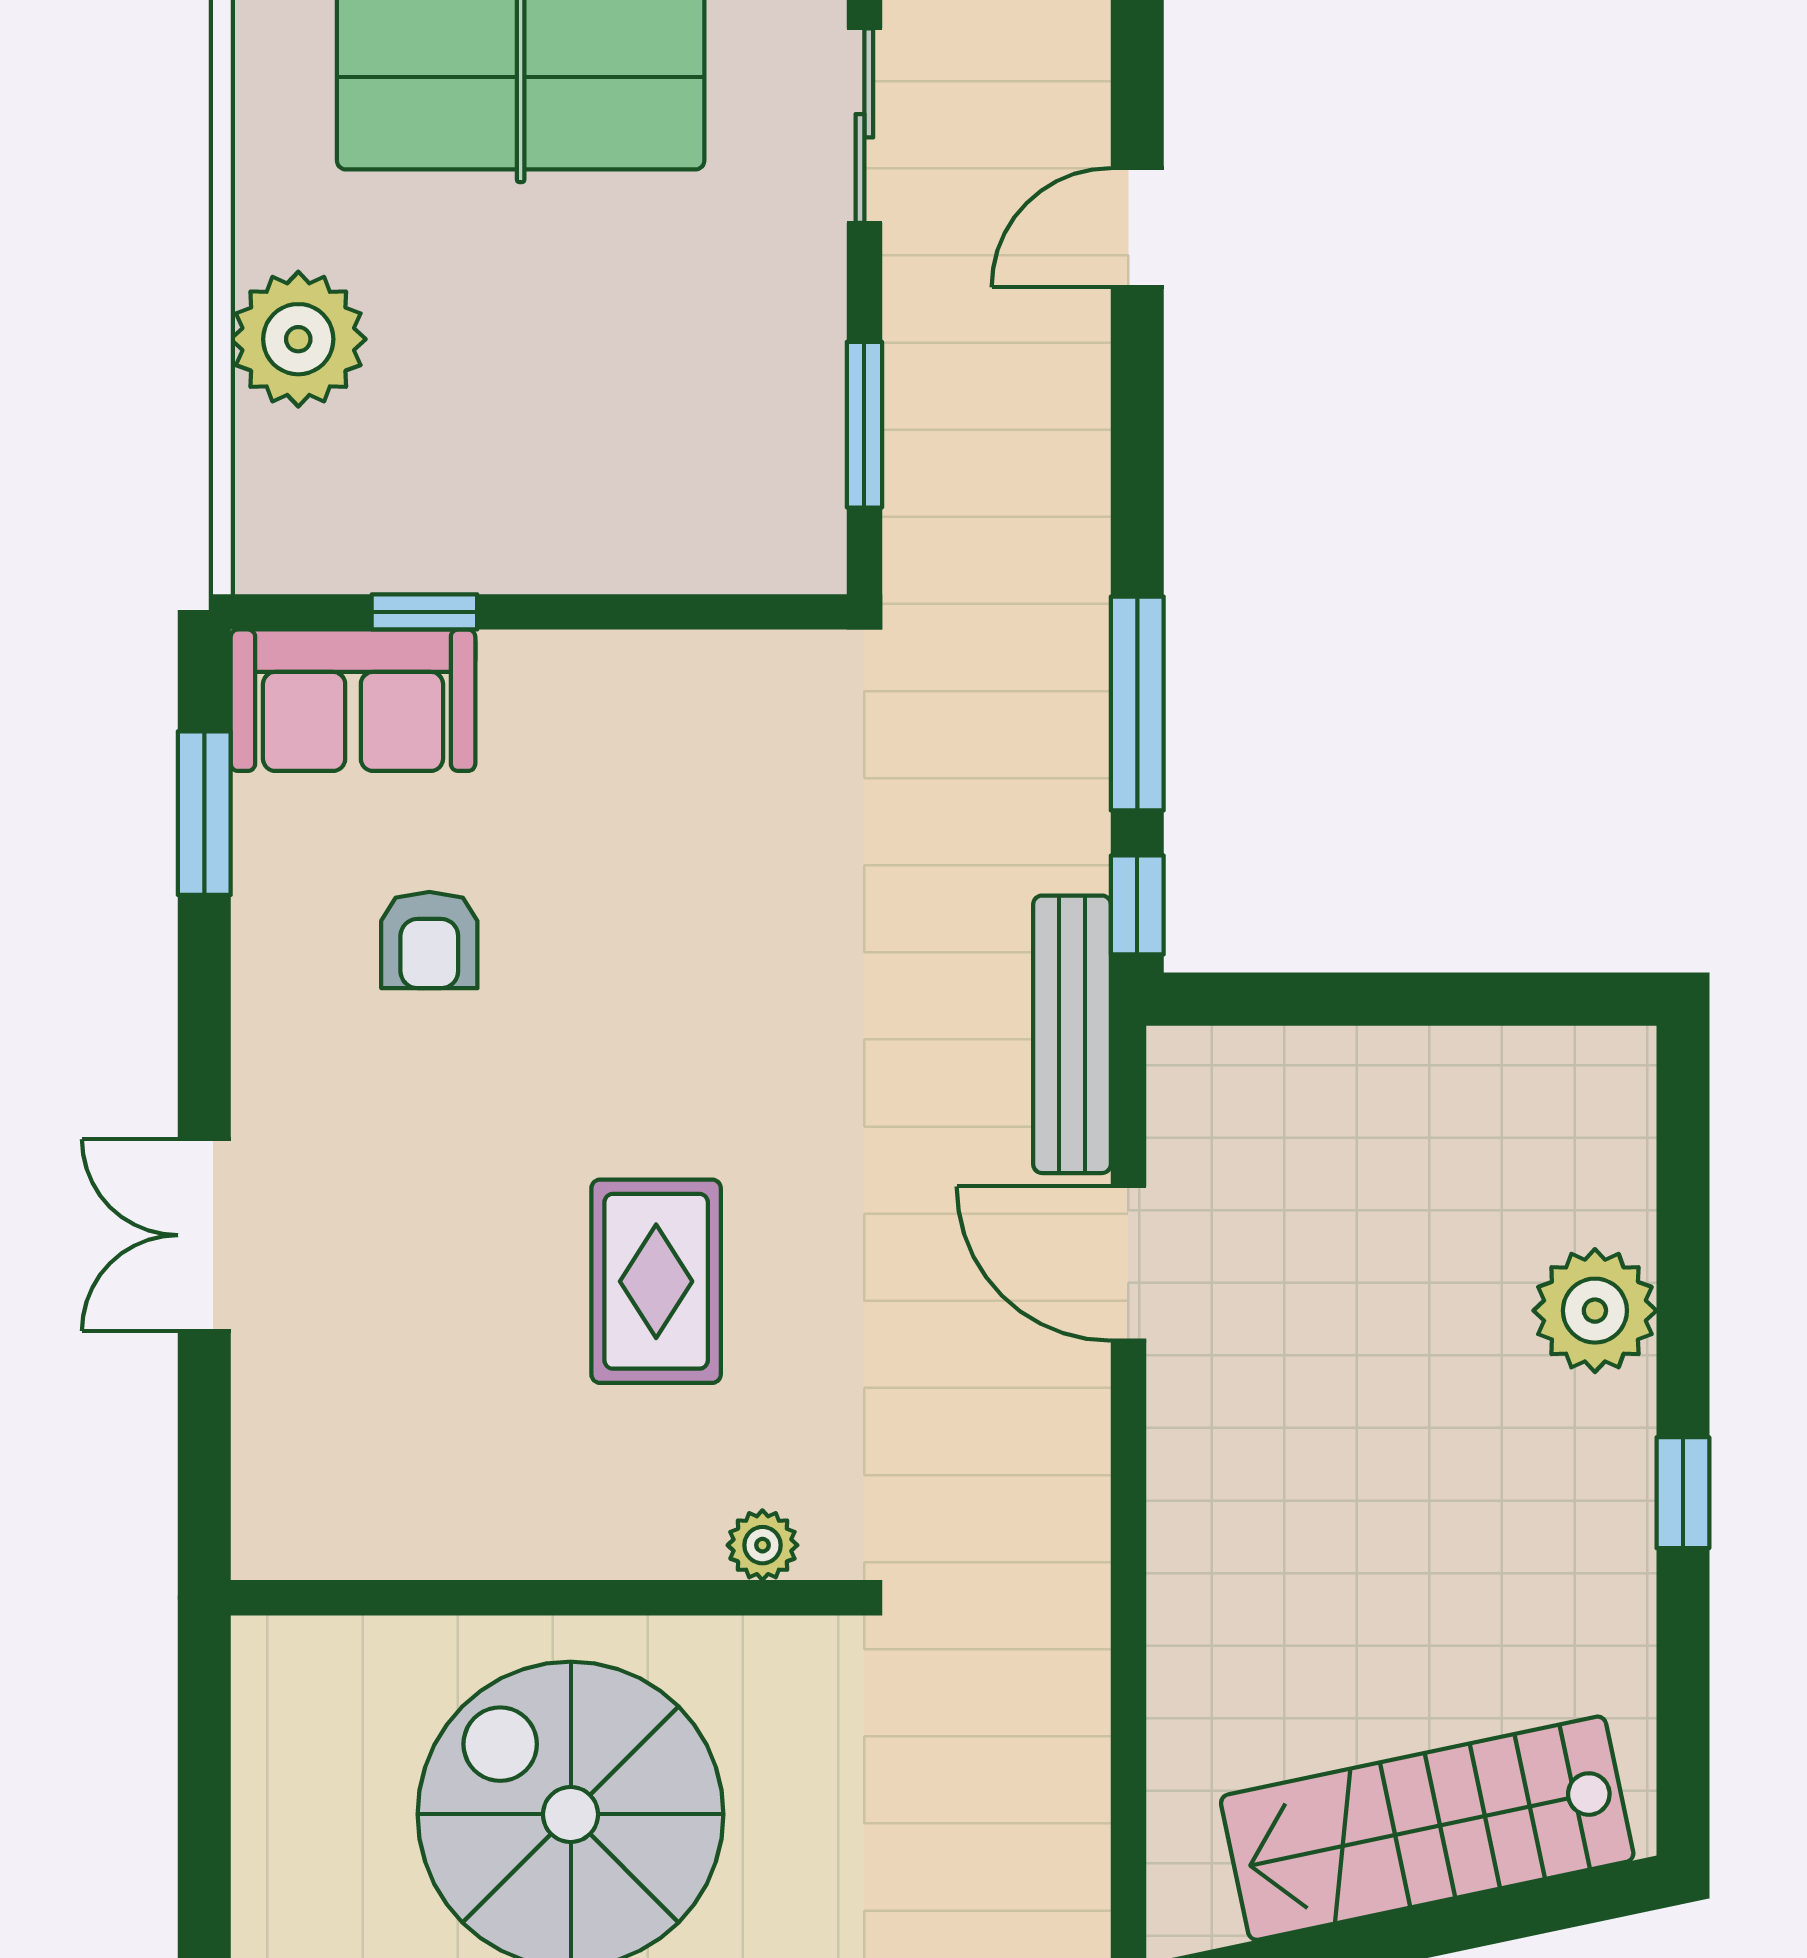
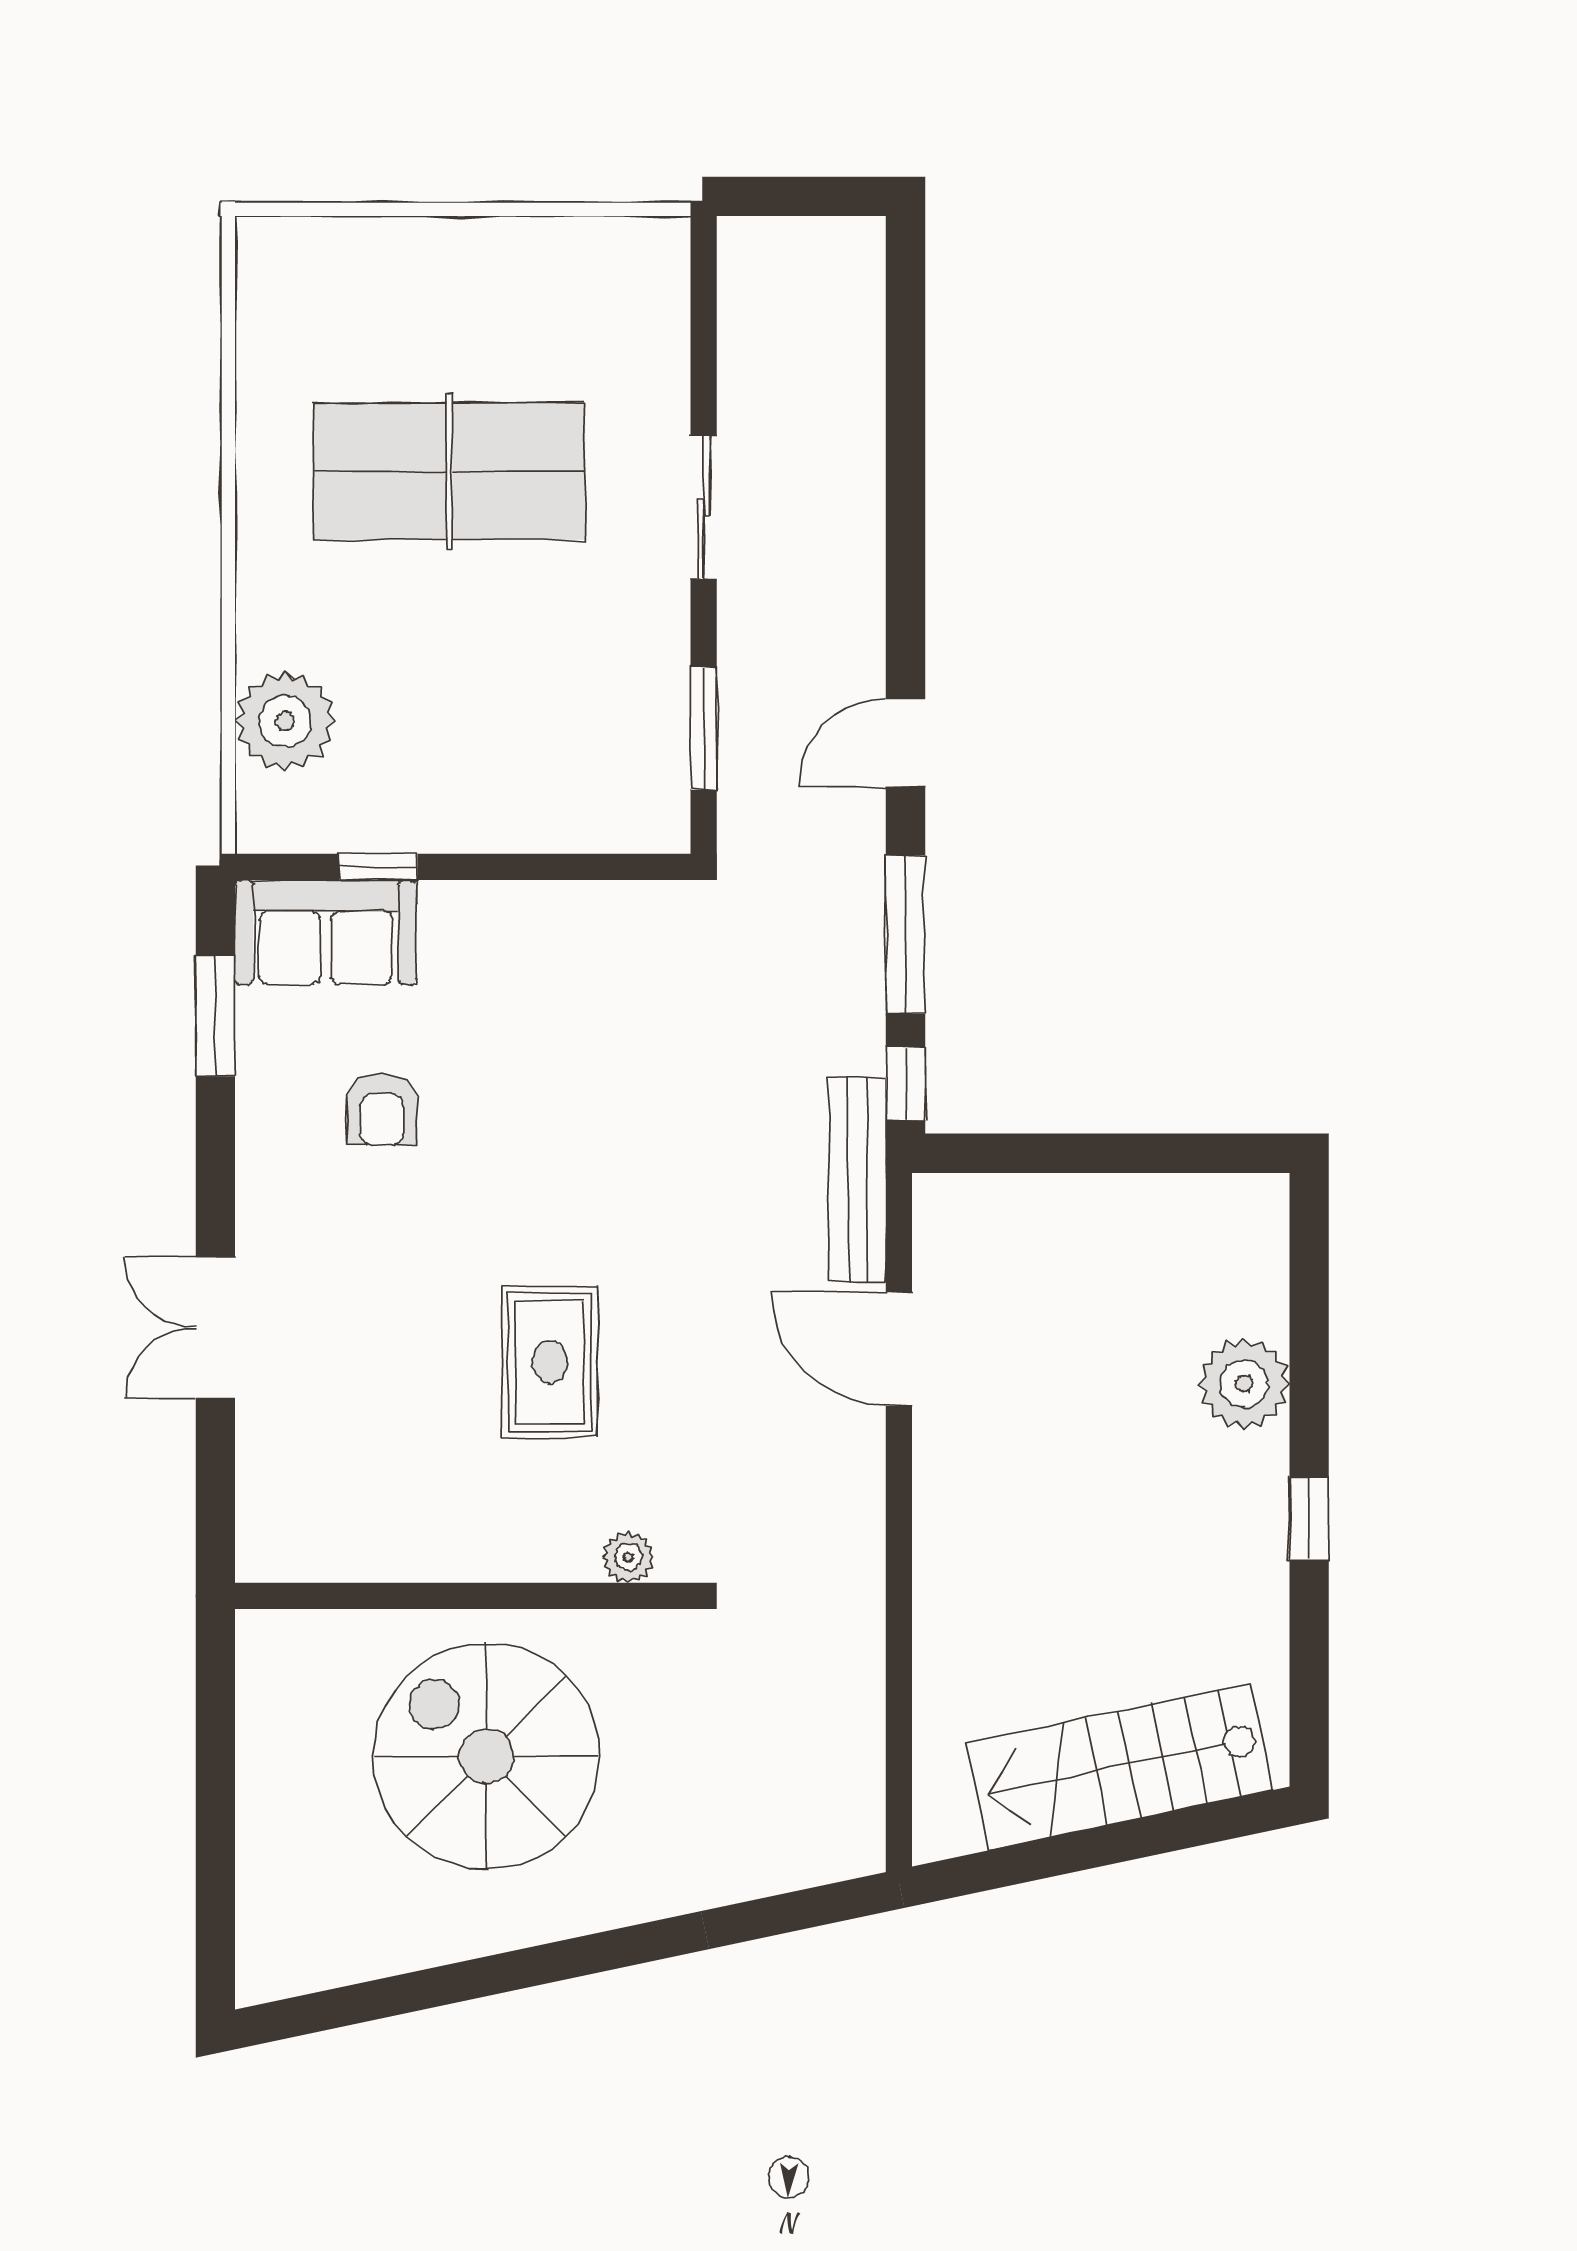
door: (1137, 228) -> (905, 743), moved
plant: (298, 339) -> (285, 721), moved

